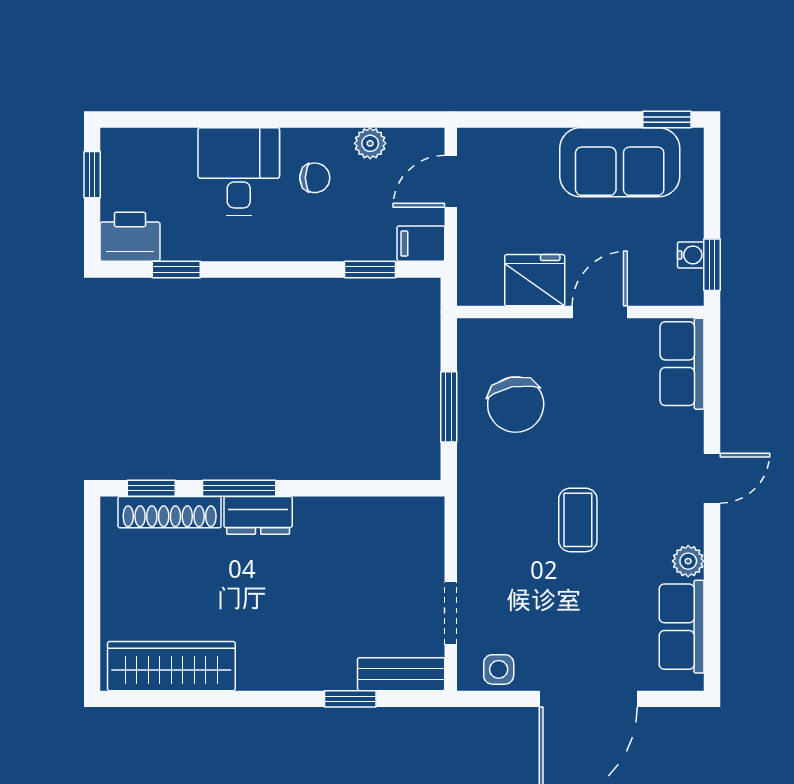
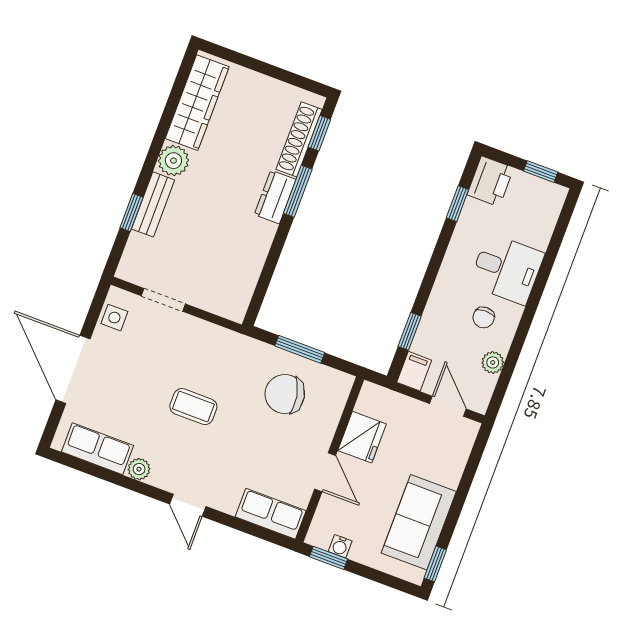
plant: (260, 669) -> (173, 161), added
bench: (401, 674) -> (153, 204), moved

